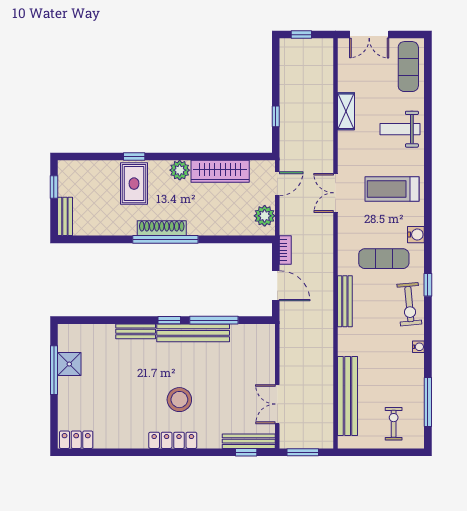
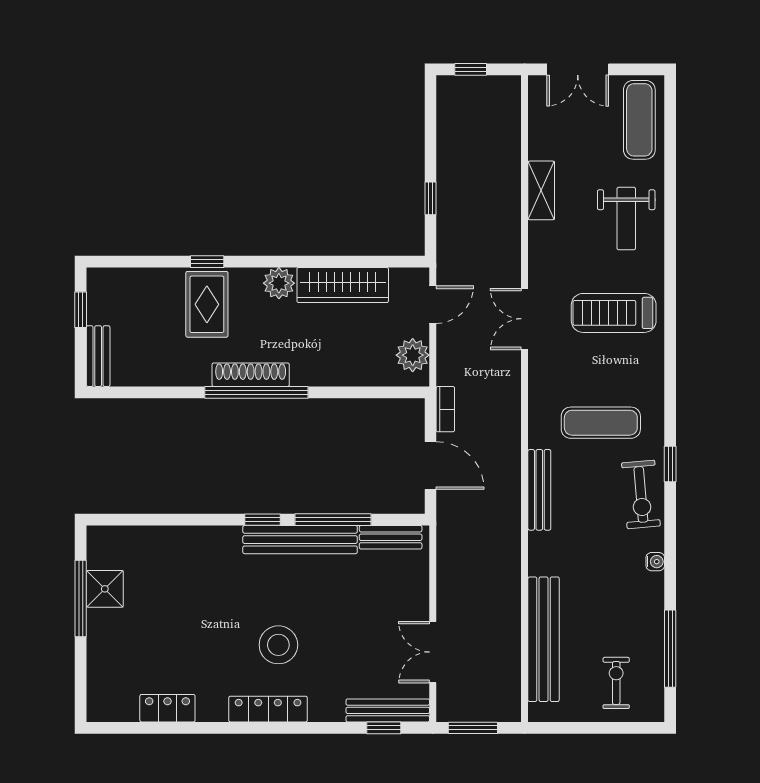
weight bench: (400, 129) -> (626, 219), turned -90
water cooler: (416, 235) -> (651, 385), removed
bench: (136, 331) -> (391, 537), moved
locker: (76, 440) -> (167, 708), moved

